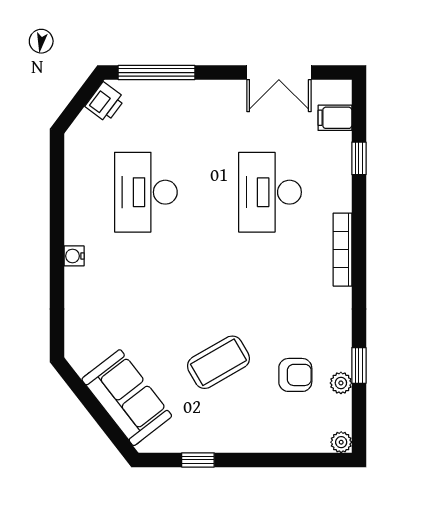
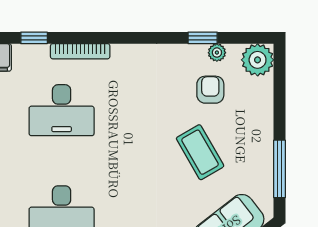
bookcase: (342, 250) -> (80, 51), moved
plant: (341, 442) -> (258, 60), width x1.88, depth x1.88
window: (198, 460) -> (280, 169), width x2.17

